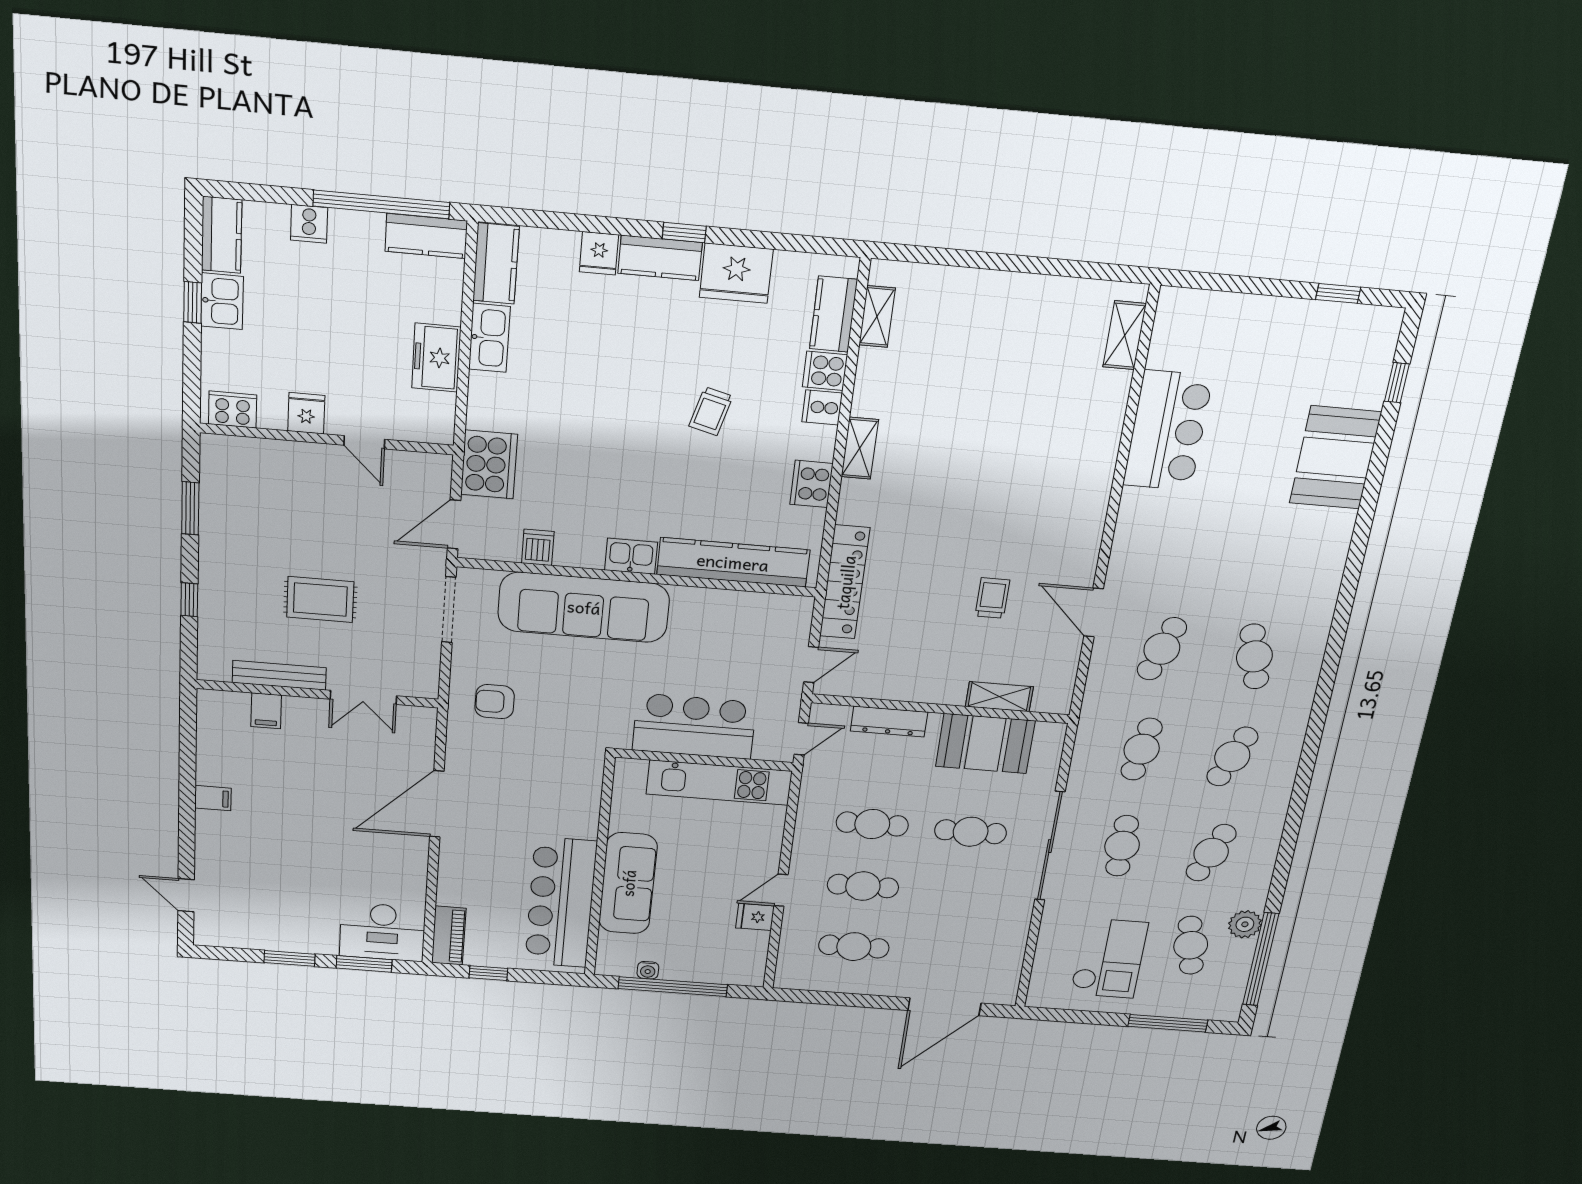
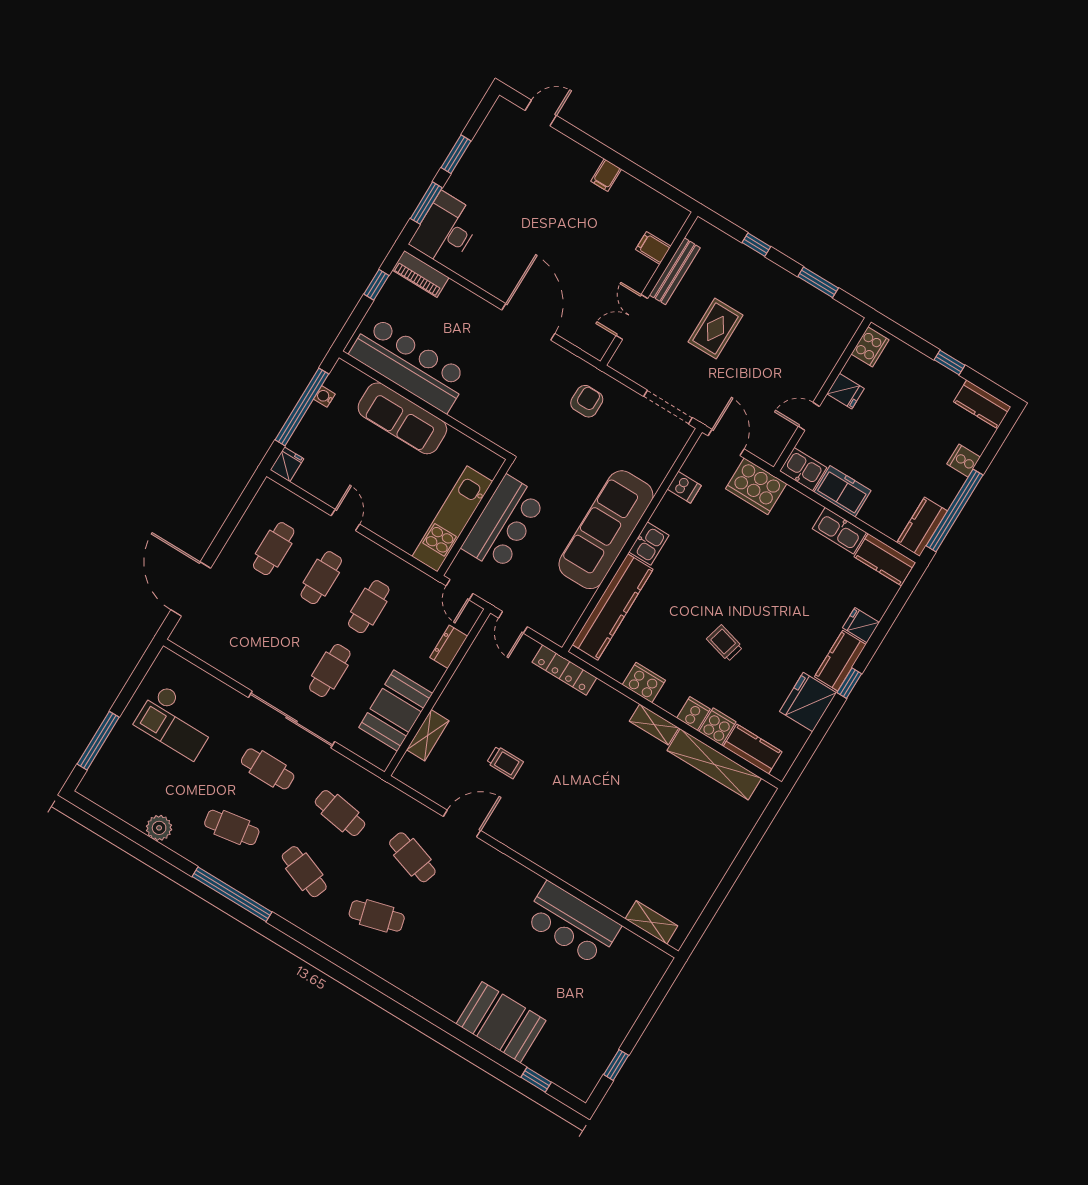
kitchen sink: (222, 301) -> (803, 469), moved, turned 180
shelving: (877, 316) -> (714, 764), width x2.20, depth x1.33
locker: (845, 582) -> (564, 670), width x0.71, depth x0.83
sofa: (584, 607) -> (606, 530), moved
dresser: (889, 722) -> (449, 647), width x0.70
cafe table: (1211, 853) -> (232, 827), turned -30
fridge: (755, 917) -> (287, 464), moved
cafe table: (1191, 945) -> (159, 783), removed
window: (1261, 959) -> (232, 894), moved

